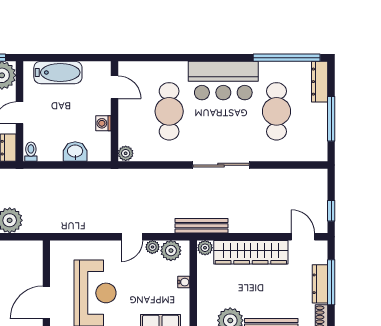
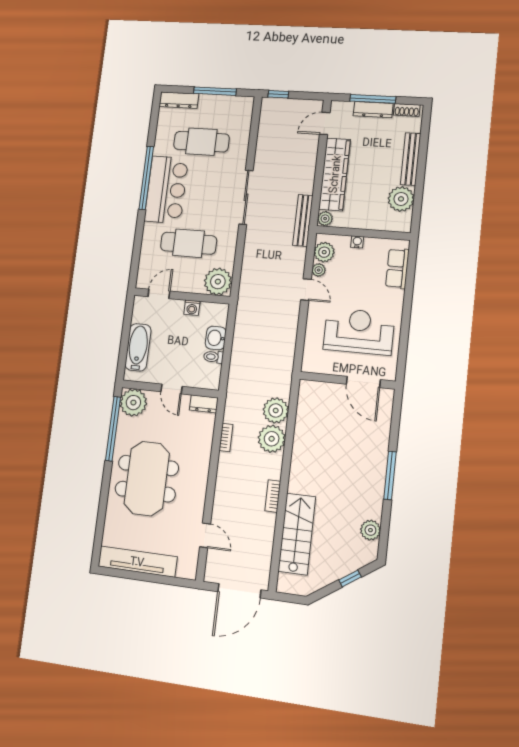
window: (287, 58) -> (146, 178), moved
toilet: (31, 152) -> (214, 357), moved
plant: (126, 153) -> (218, 282), width x1.88, depth x1.88
window: (331, 211) -> (278, 94), moved

